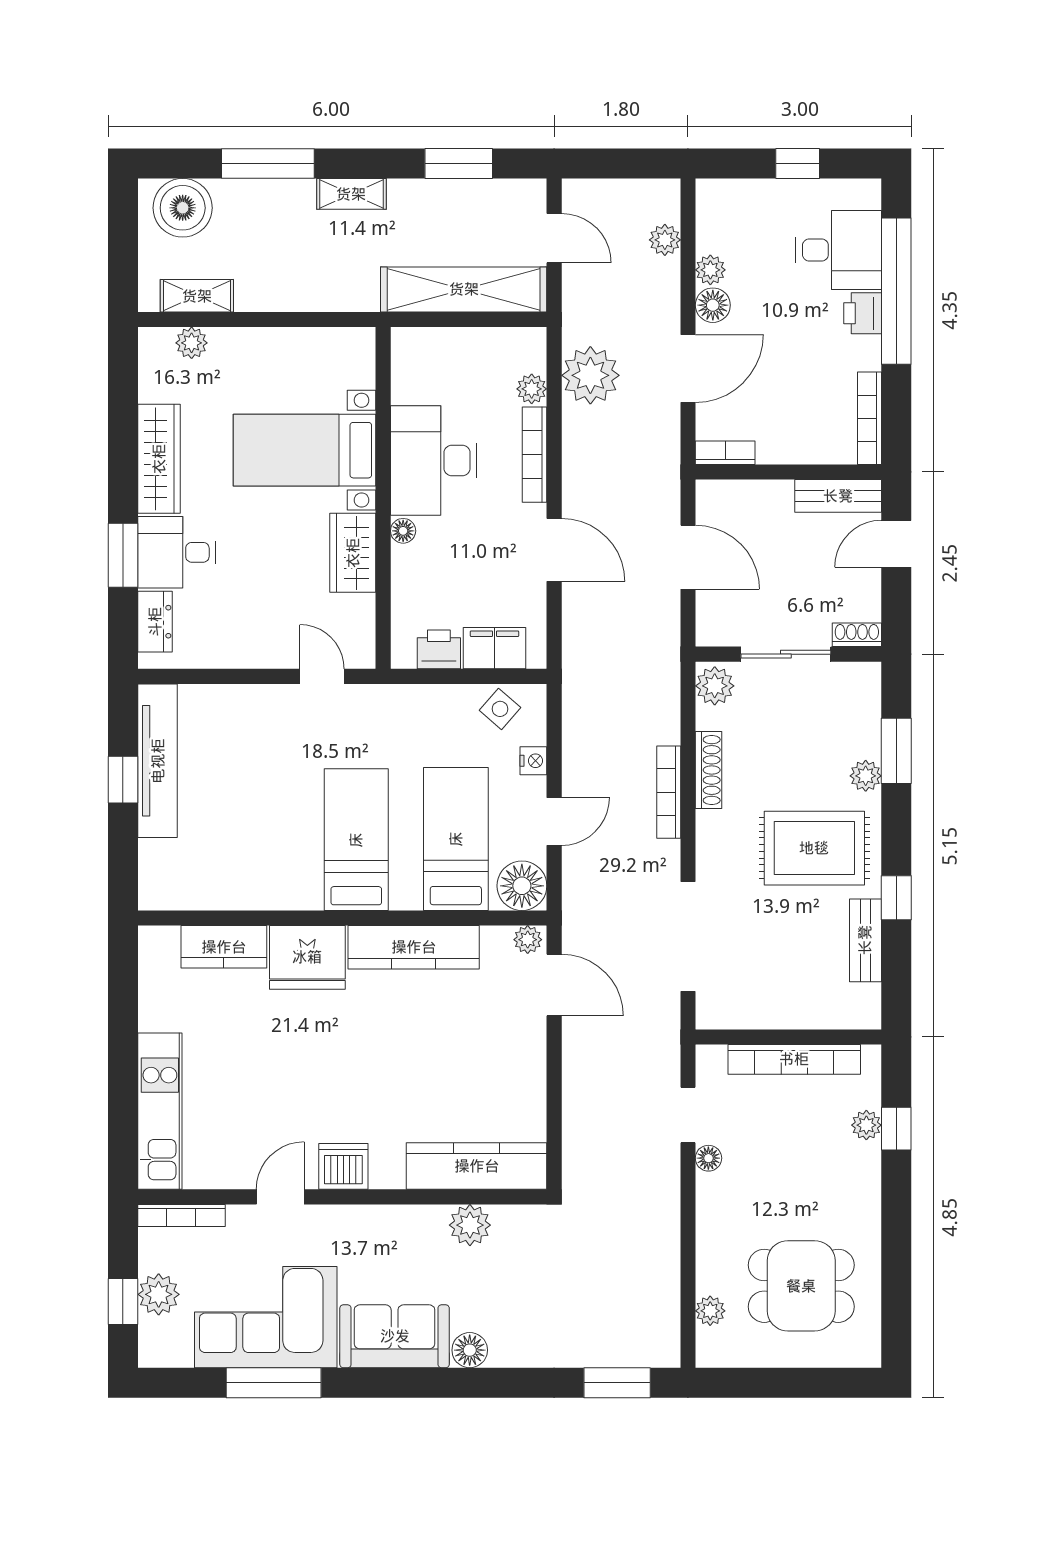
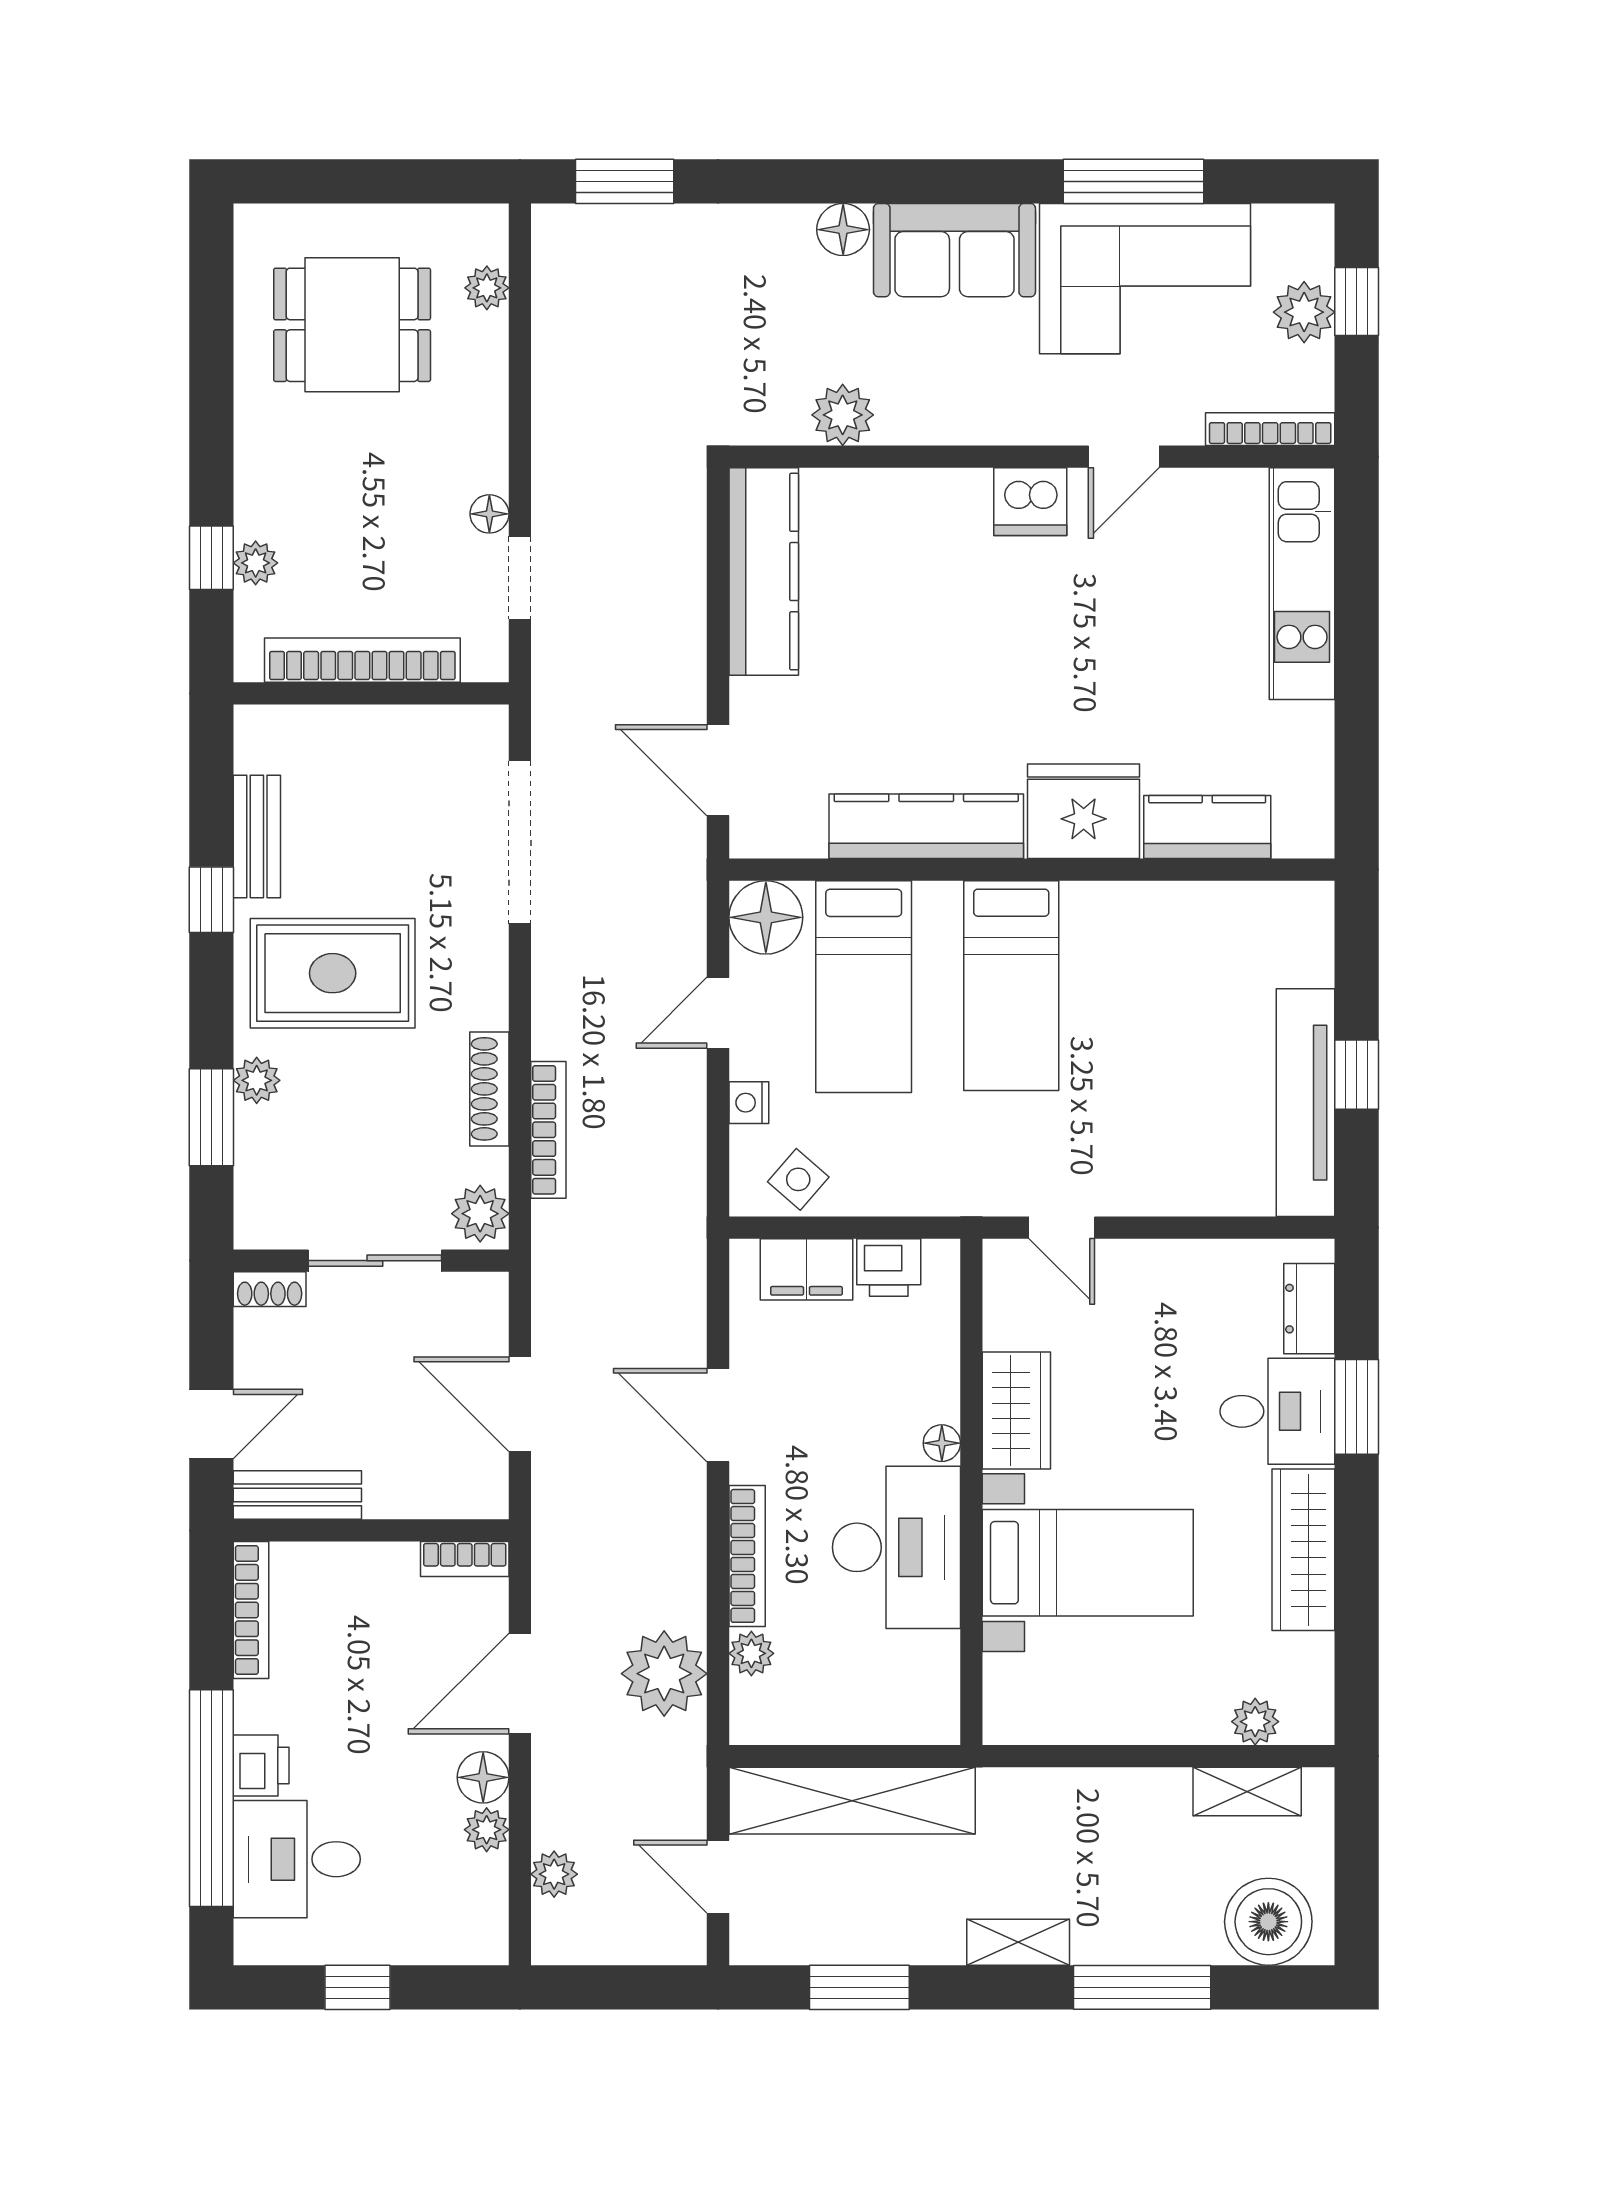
bookcase: (669, 792) -> (548, 1130), moved
plant: (528, 940) -> (757, 838), removed
kitchen counter: (477, 1166) -> (764, 572), moved, turned -90

